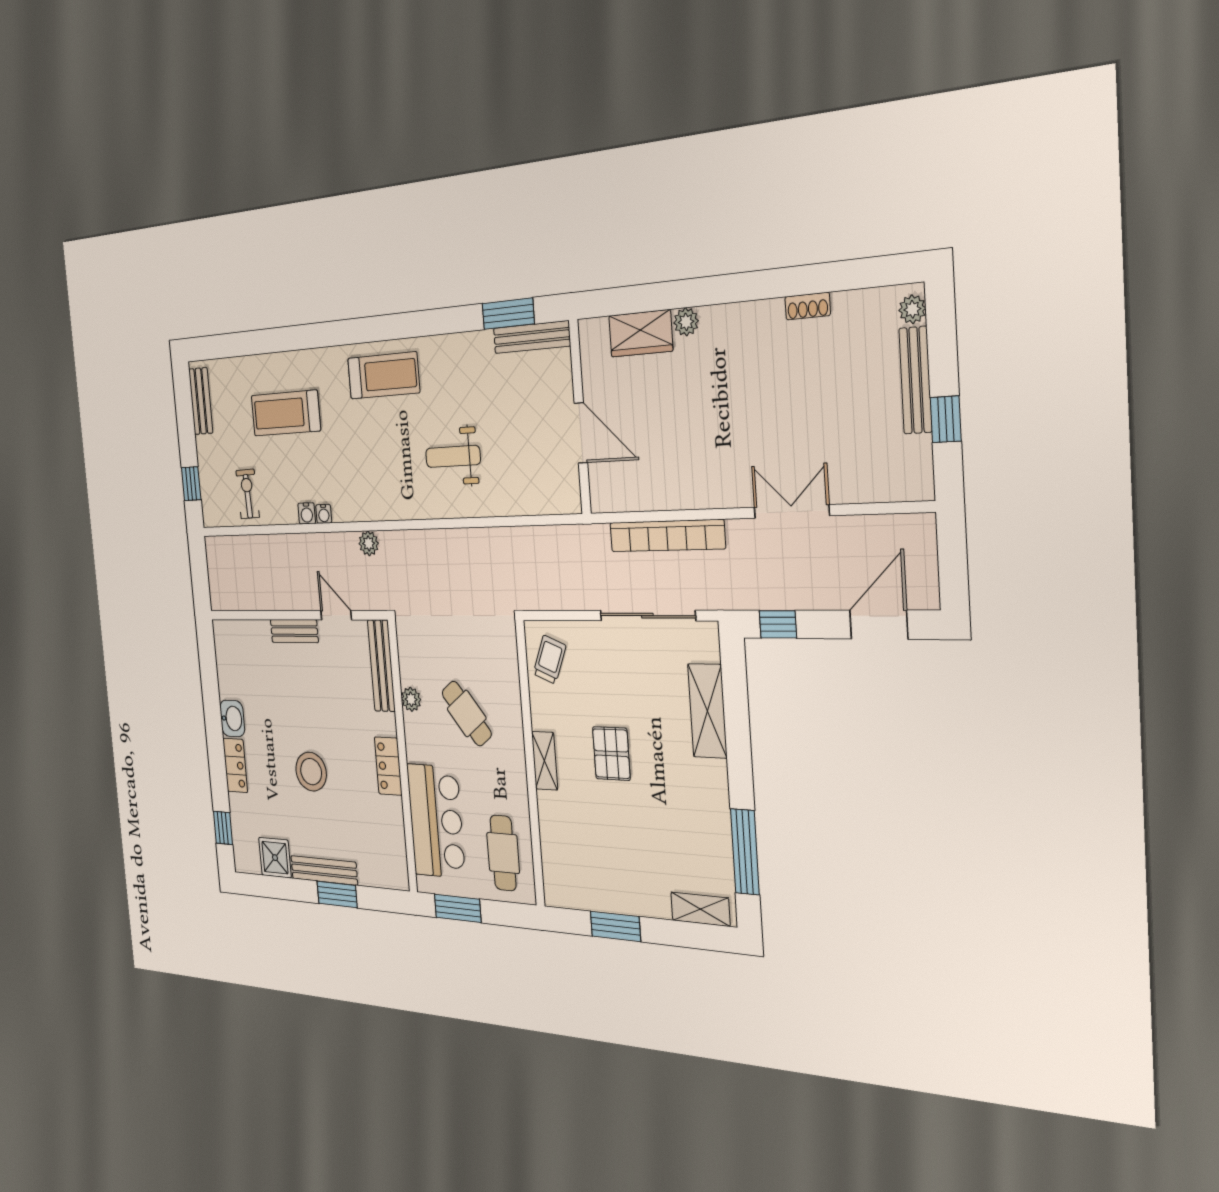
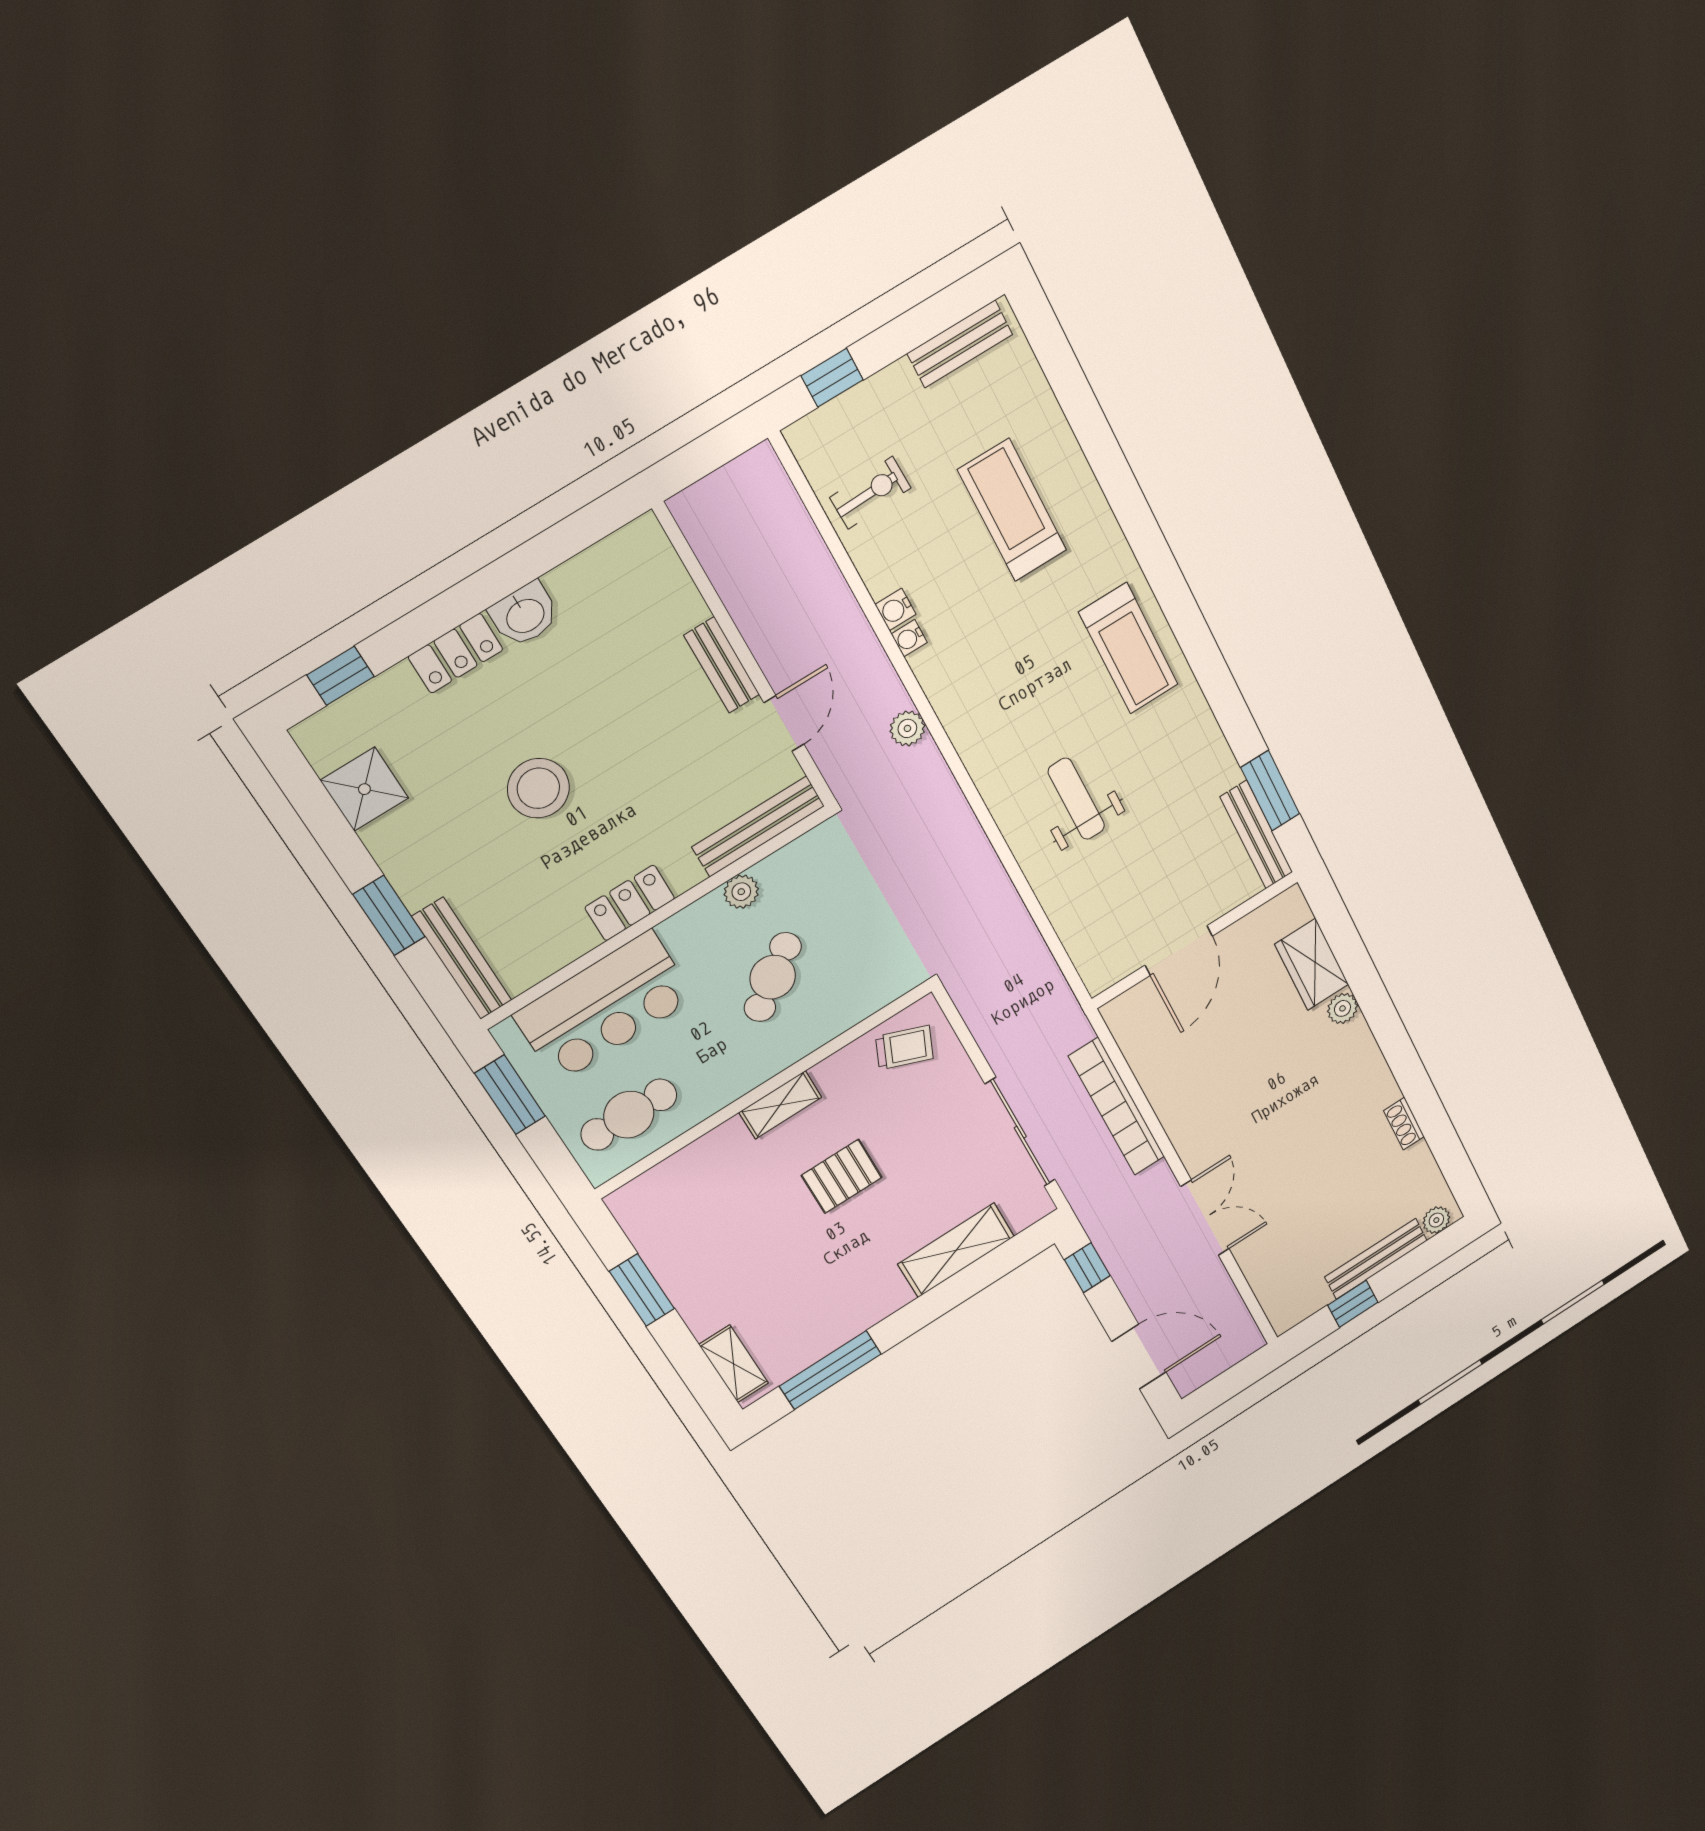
bench: (324, 870) -> (462, 959), moved

